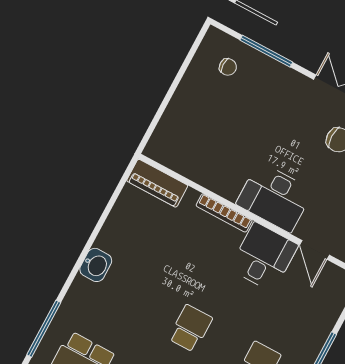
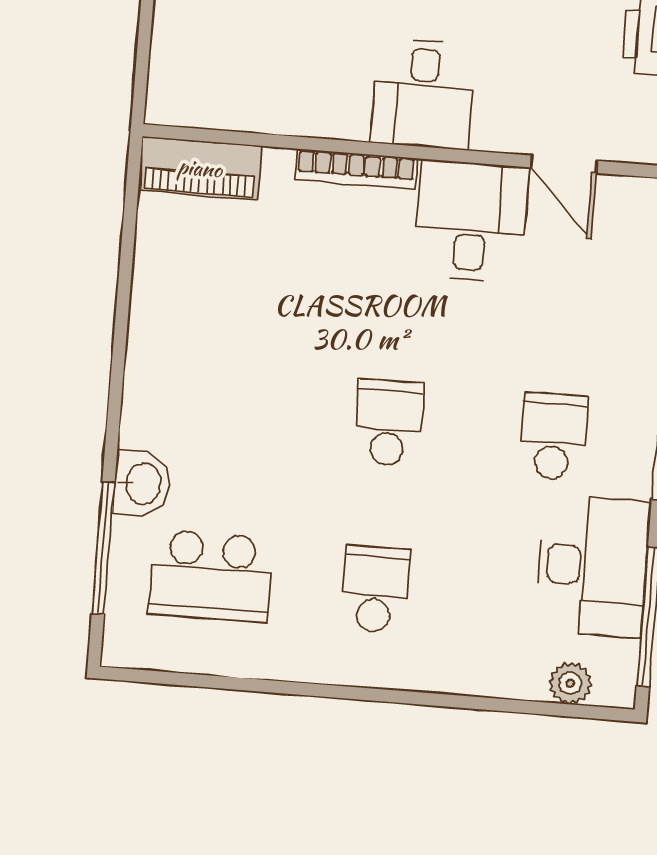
desk: (275, 197) -> (423, 94), width x0.73
washbasin: (96, 265) -> (142, 484), moved

